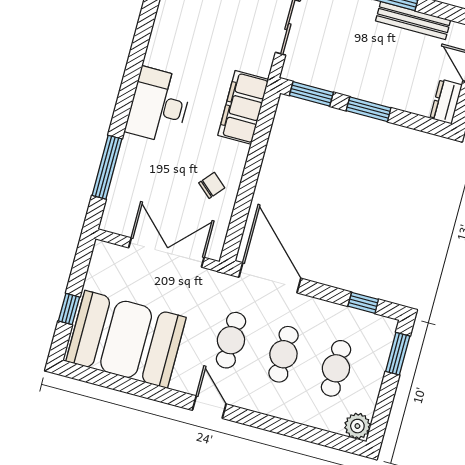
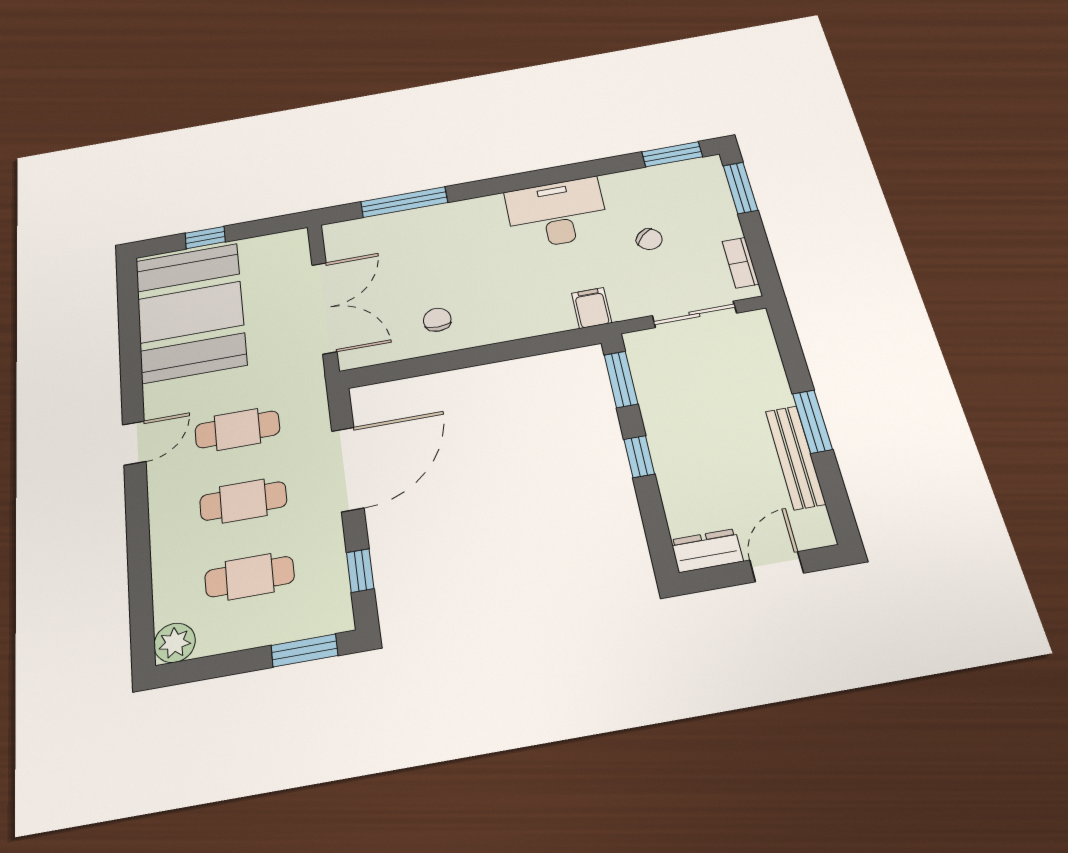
chair: (218, 25) -> (649, 239), added
desk: (159, 105) -> (557, 213), moved
filing cabinet: (243, 107) -> (592, 308), width x0.33, depth x0.86
window: (369, 109) -> (639, 457), width x0.67
chair: (212, 185) -> (437, 320), turned -131
door: (270, 278) -> (348, 469), moved

